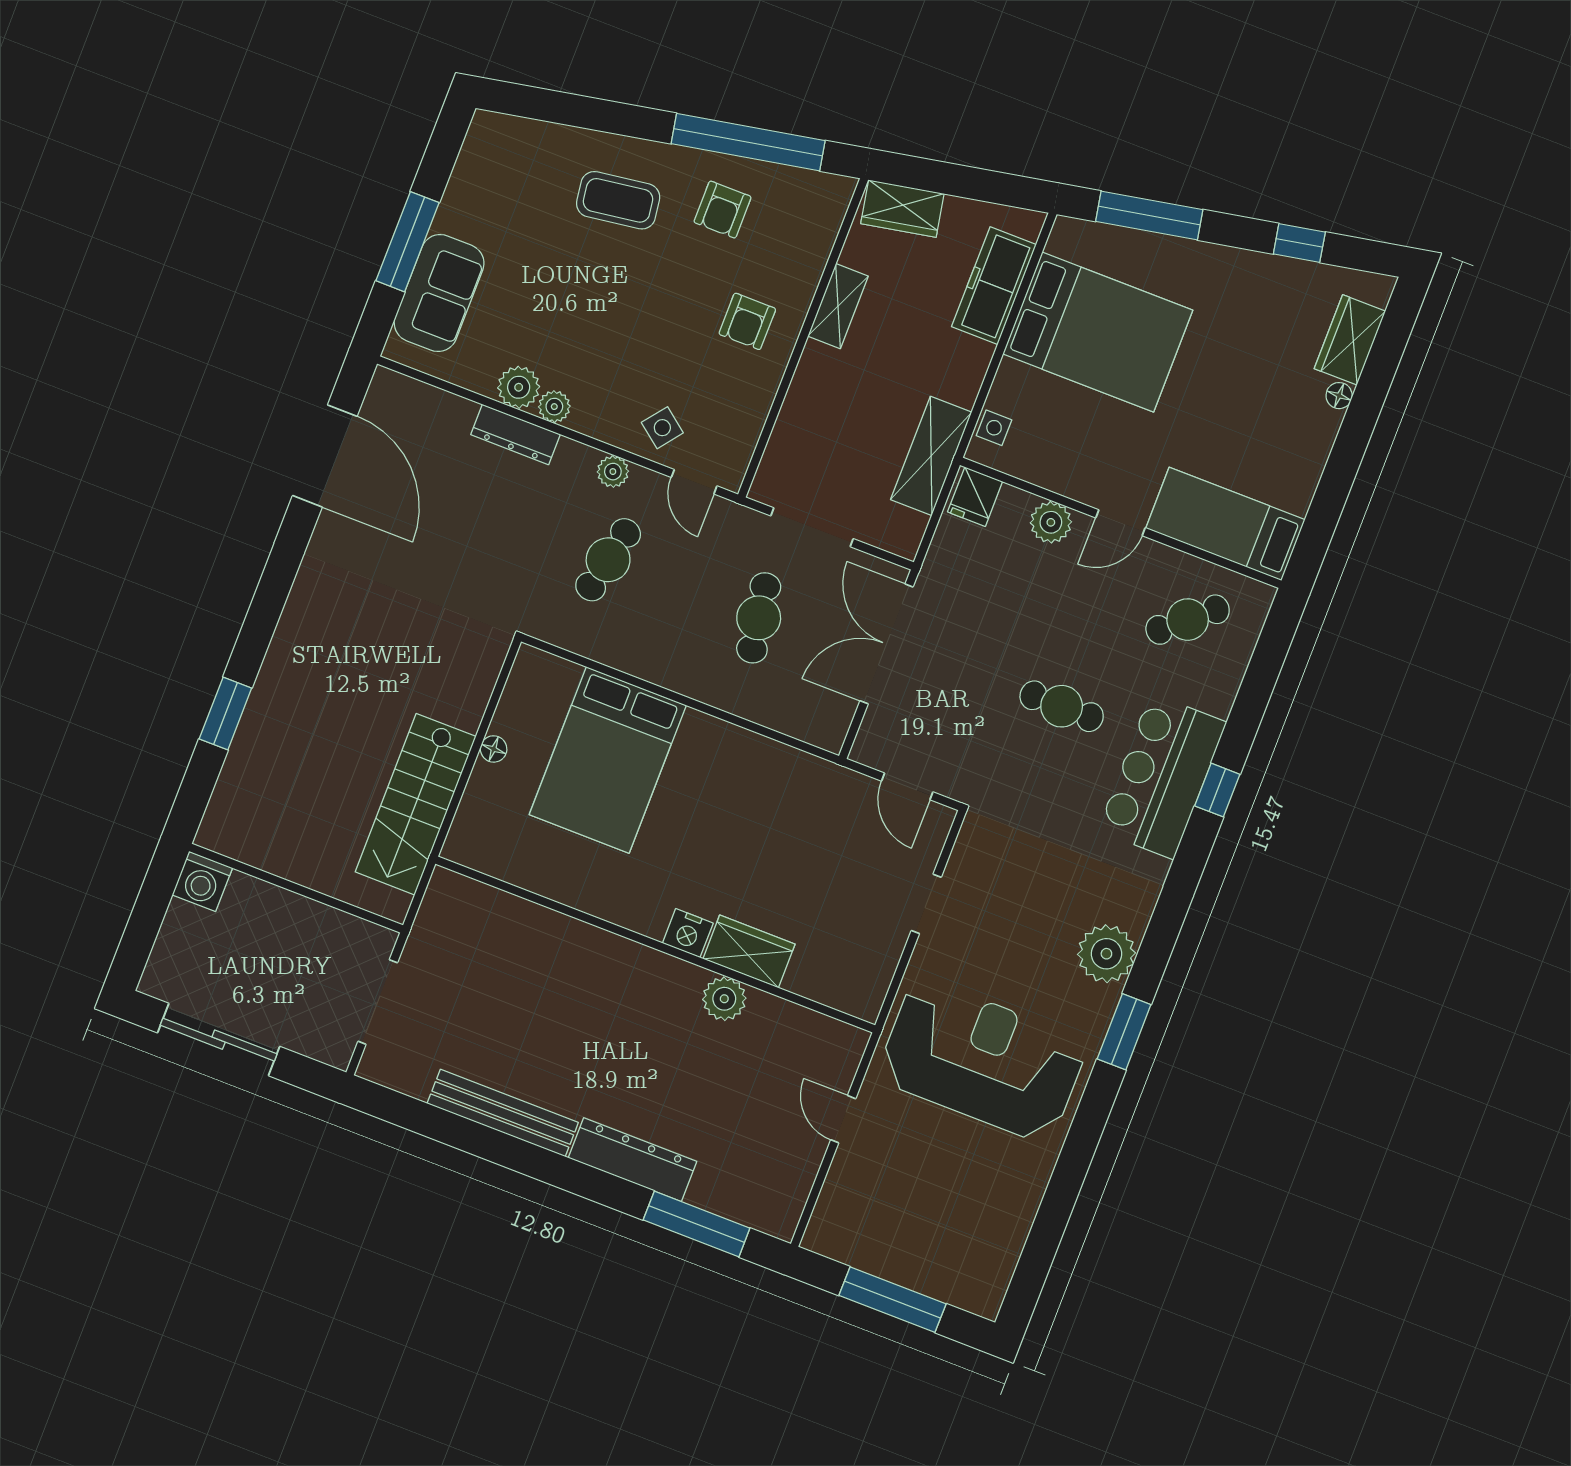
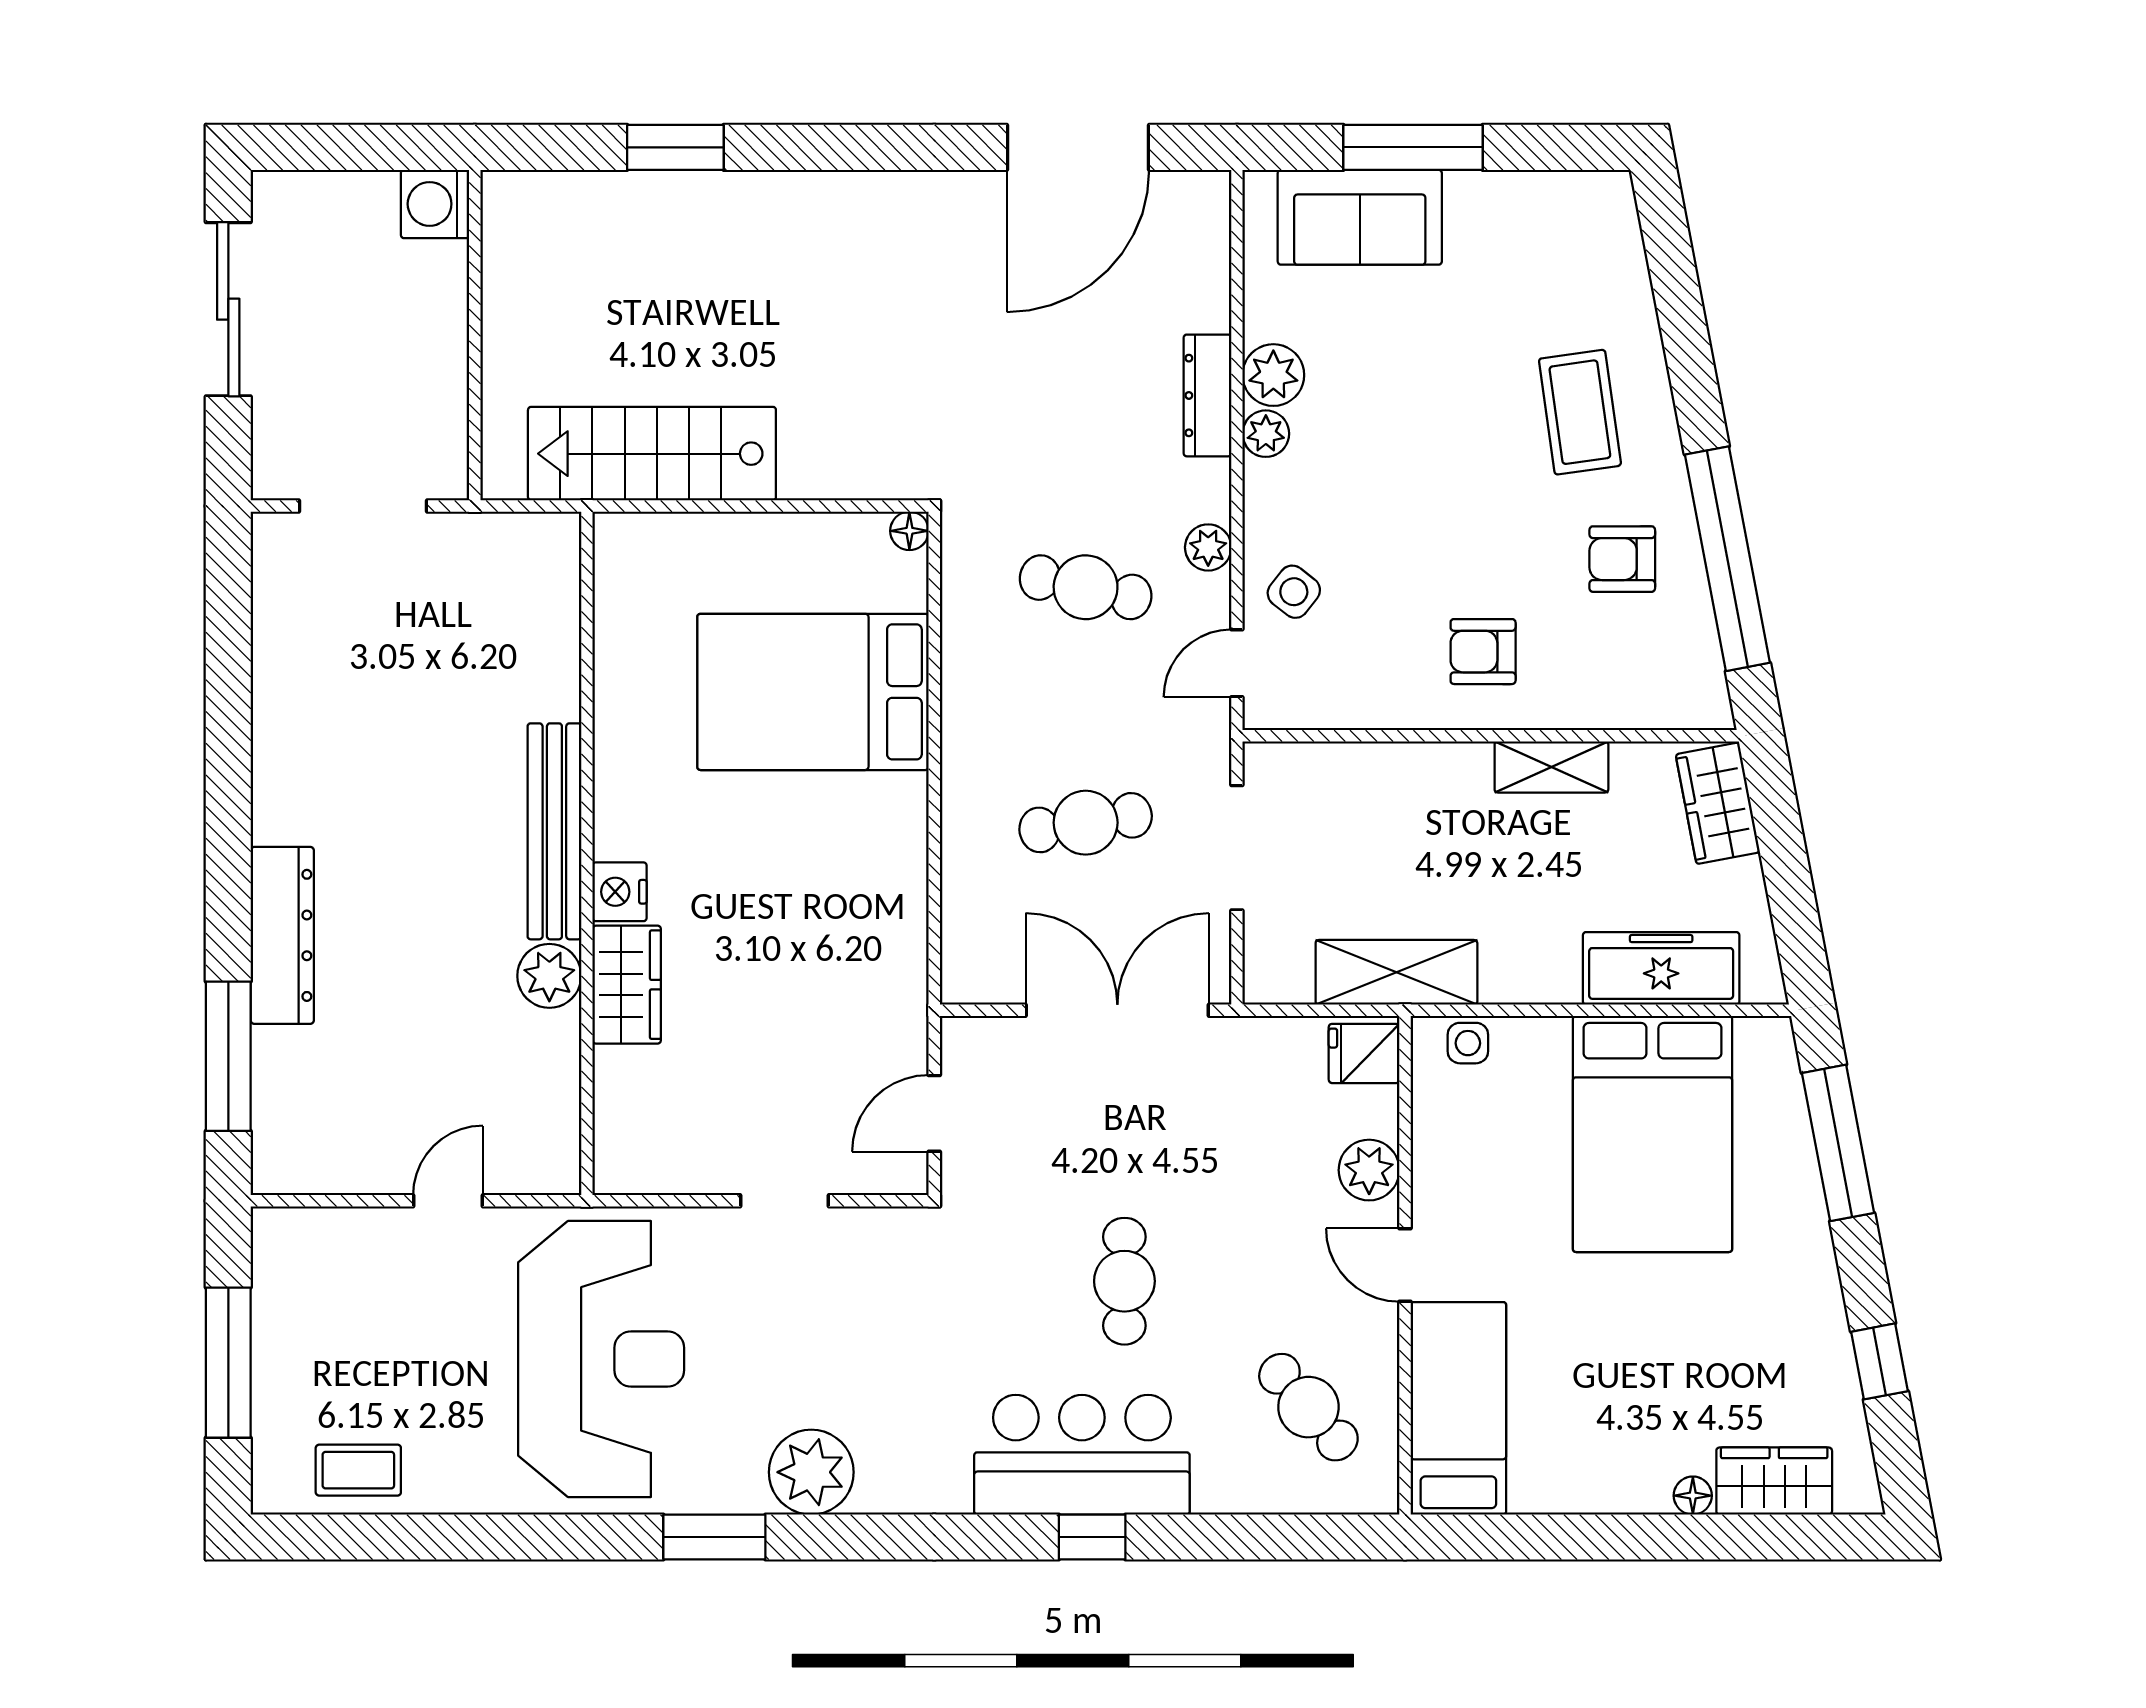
floor lamp: (494, 749) -> (909, 531), moved
bench: (503, 1113) -> (554, 831), moved
coffee table: (993, 1243) -> (358, 1470), added

